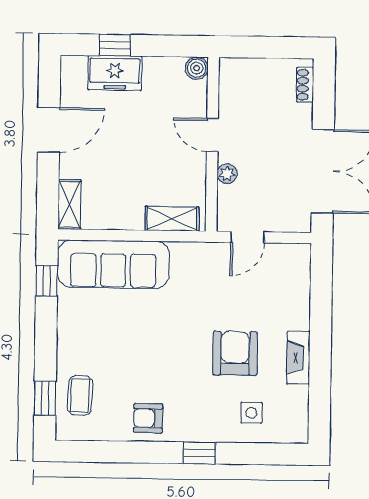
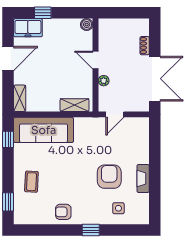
freezer: (115, 73) -> (28, 28), moved
shoe rack: (305, 85) -> (145, 46), moved
coffee table: (80, 395) -> (31, 182), moved

